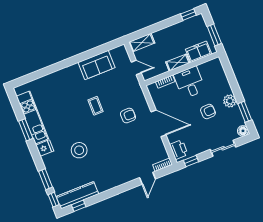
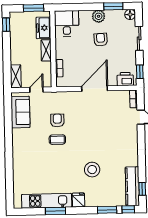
sofa: (96, 65) -> (20, 112), moved
desk: (190, 82) -> (67, 24), moved, turned 90
armchair: (128, 116) -> (57, 120), moved

